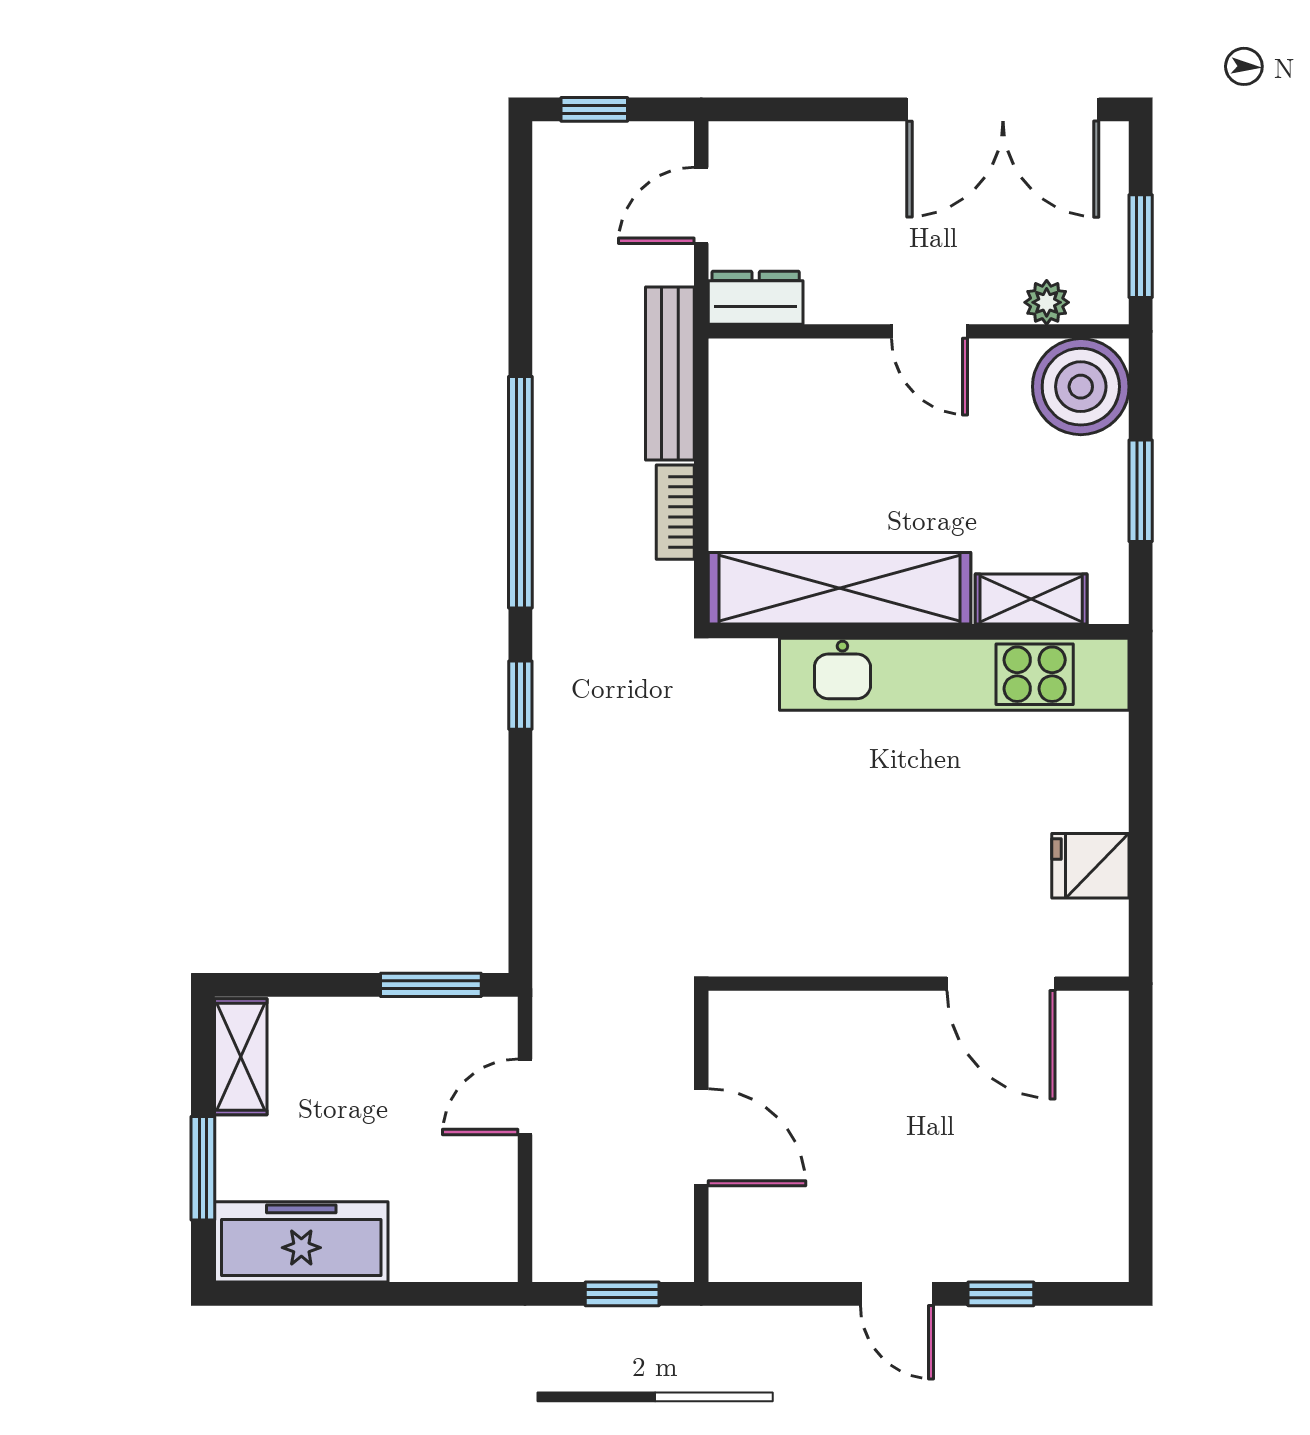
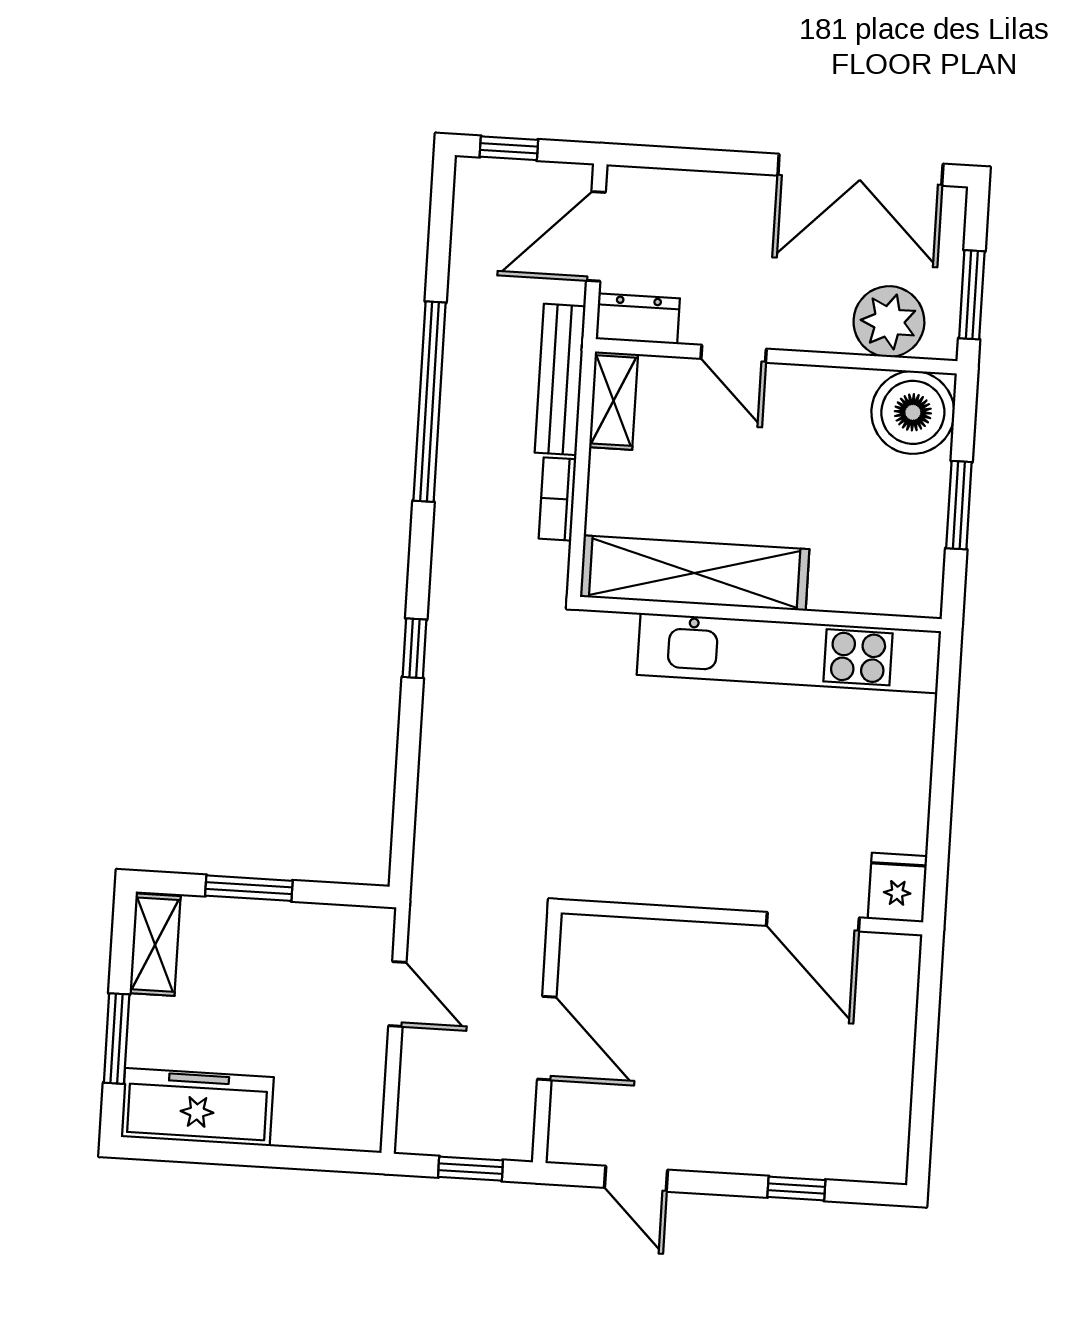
door: (701, 205) -> (596, 236), width x1.38
plant: (1047, 302) -> (889, 322), width x1.87, depth x1.87
door: (930, 331) -> (734, 354), moved
window: (520, 492) -> (430, 402), moved
shelving: (1031, 599) -> (614, 401), moved, turned 90
fridge: (1090, 866) -> (898, 888), moved, turned 90
window: (431, 985) -> (249, 888), moved
door: (525, 1097) -> (397, 994), swing flipped
door: (897, 1294) -> (636, 1179), moved

